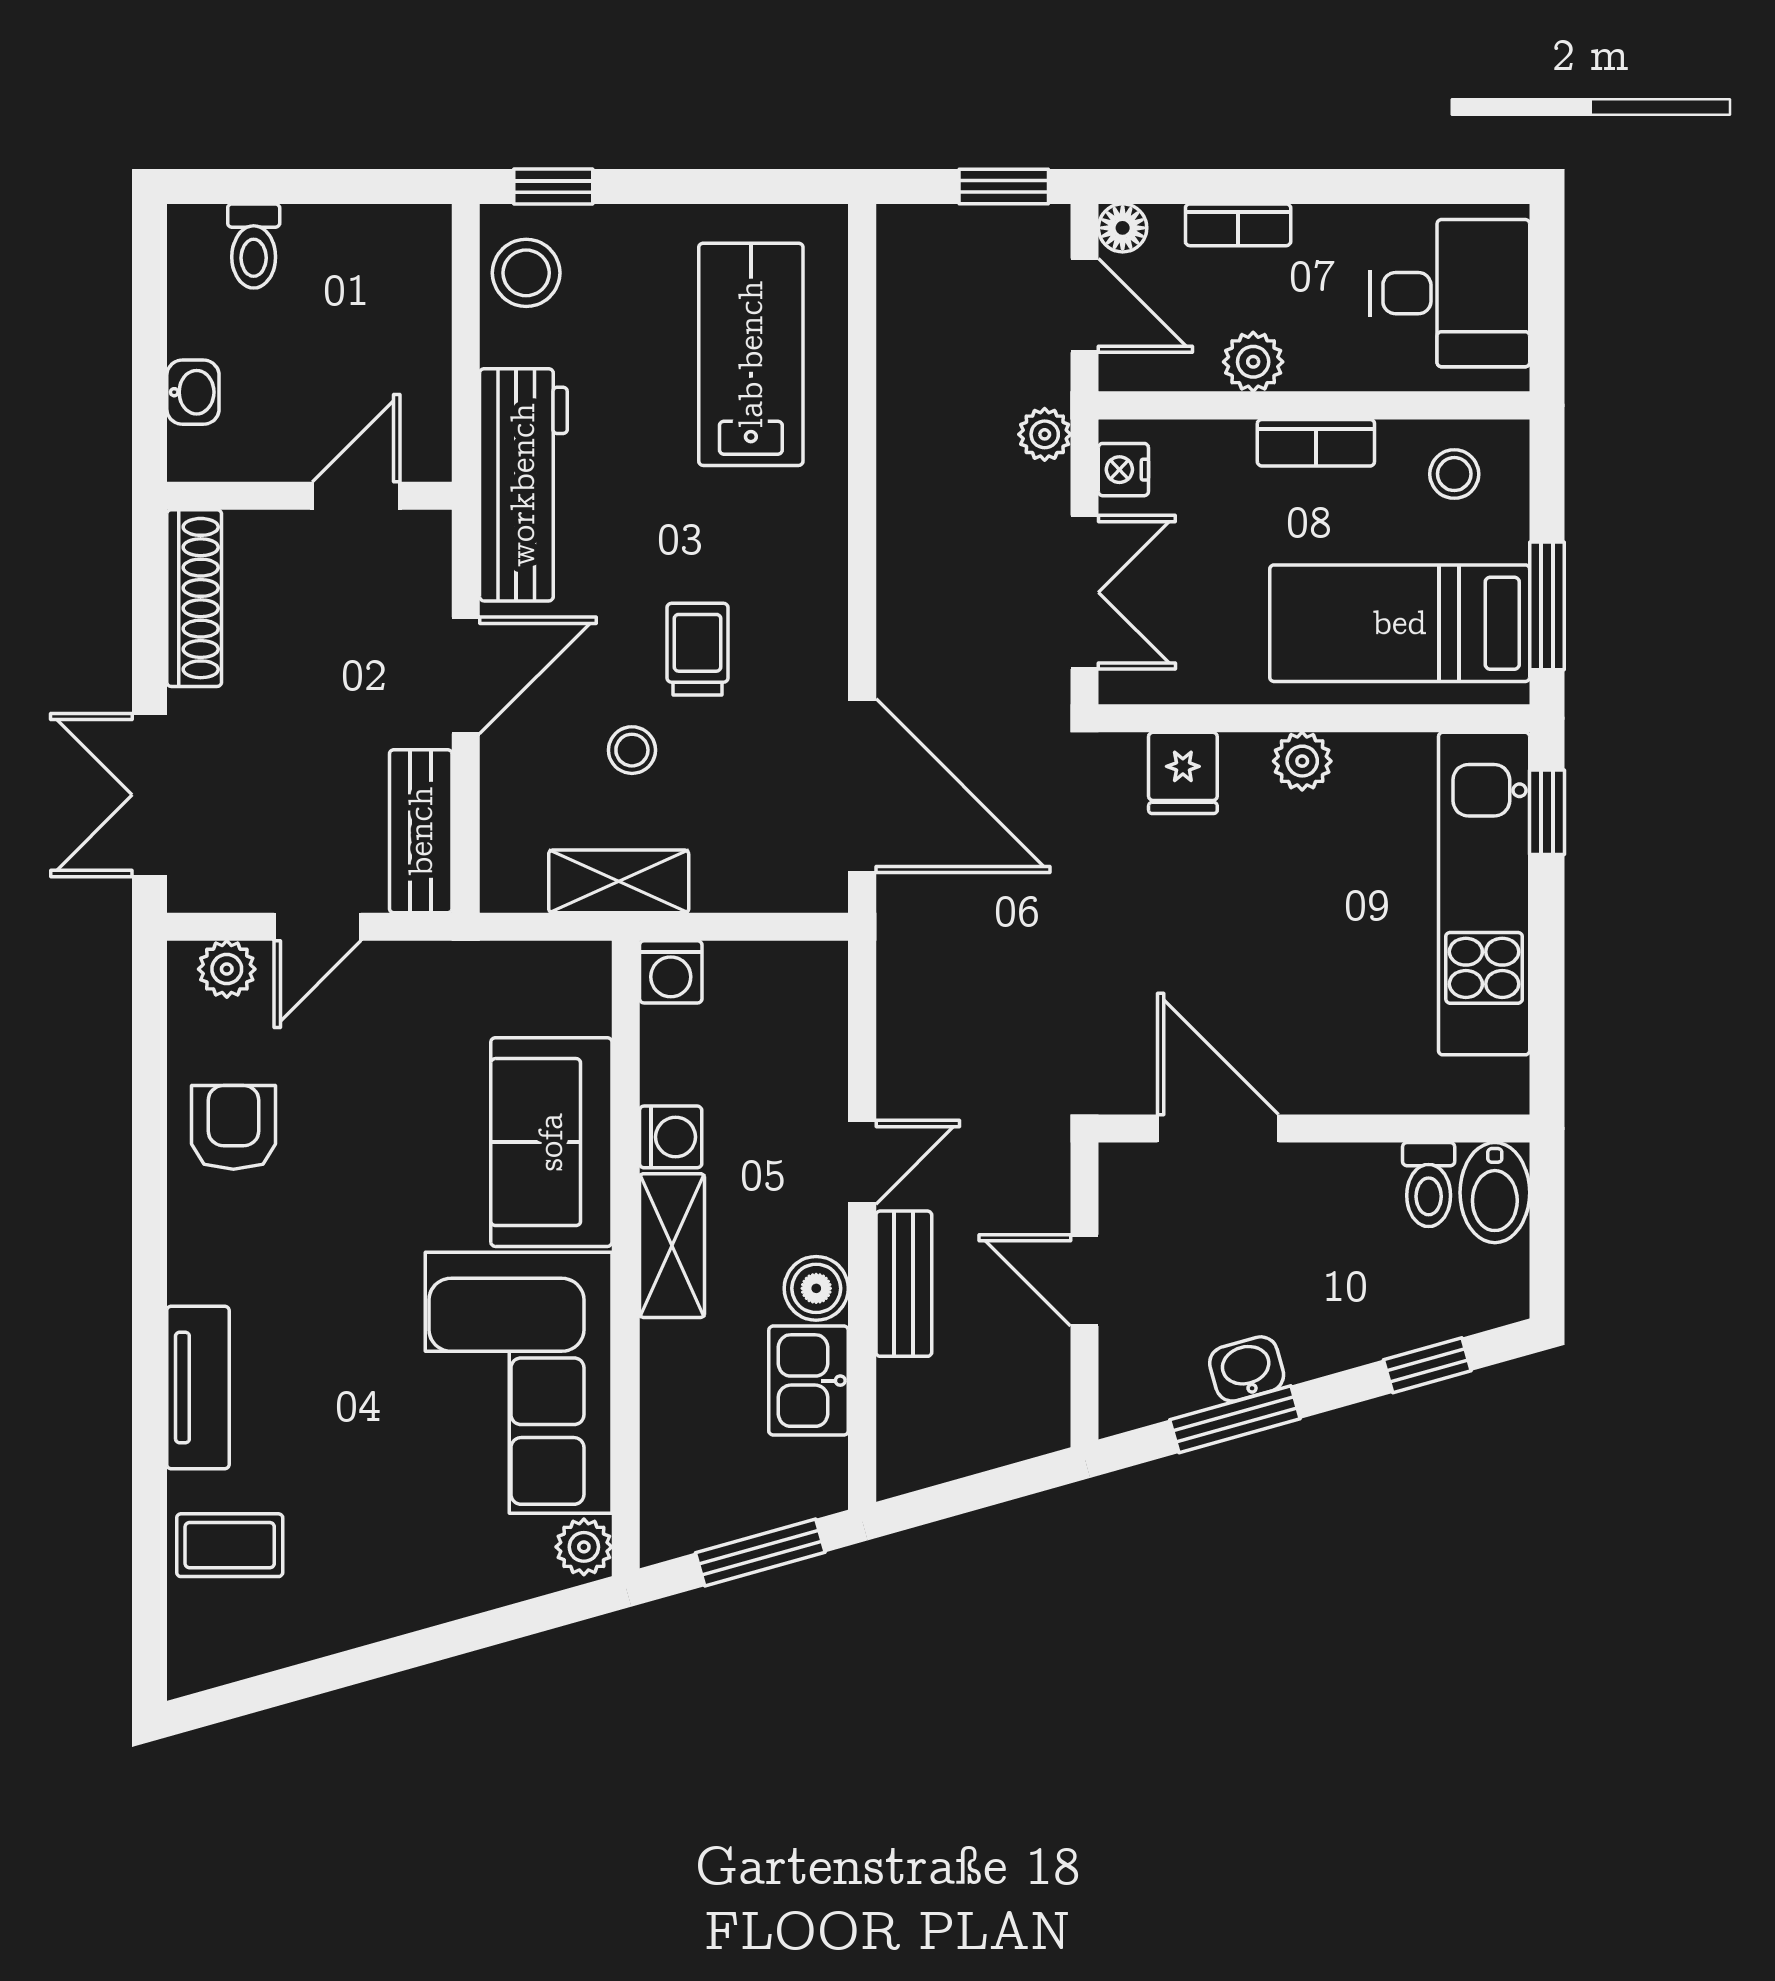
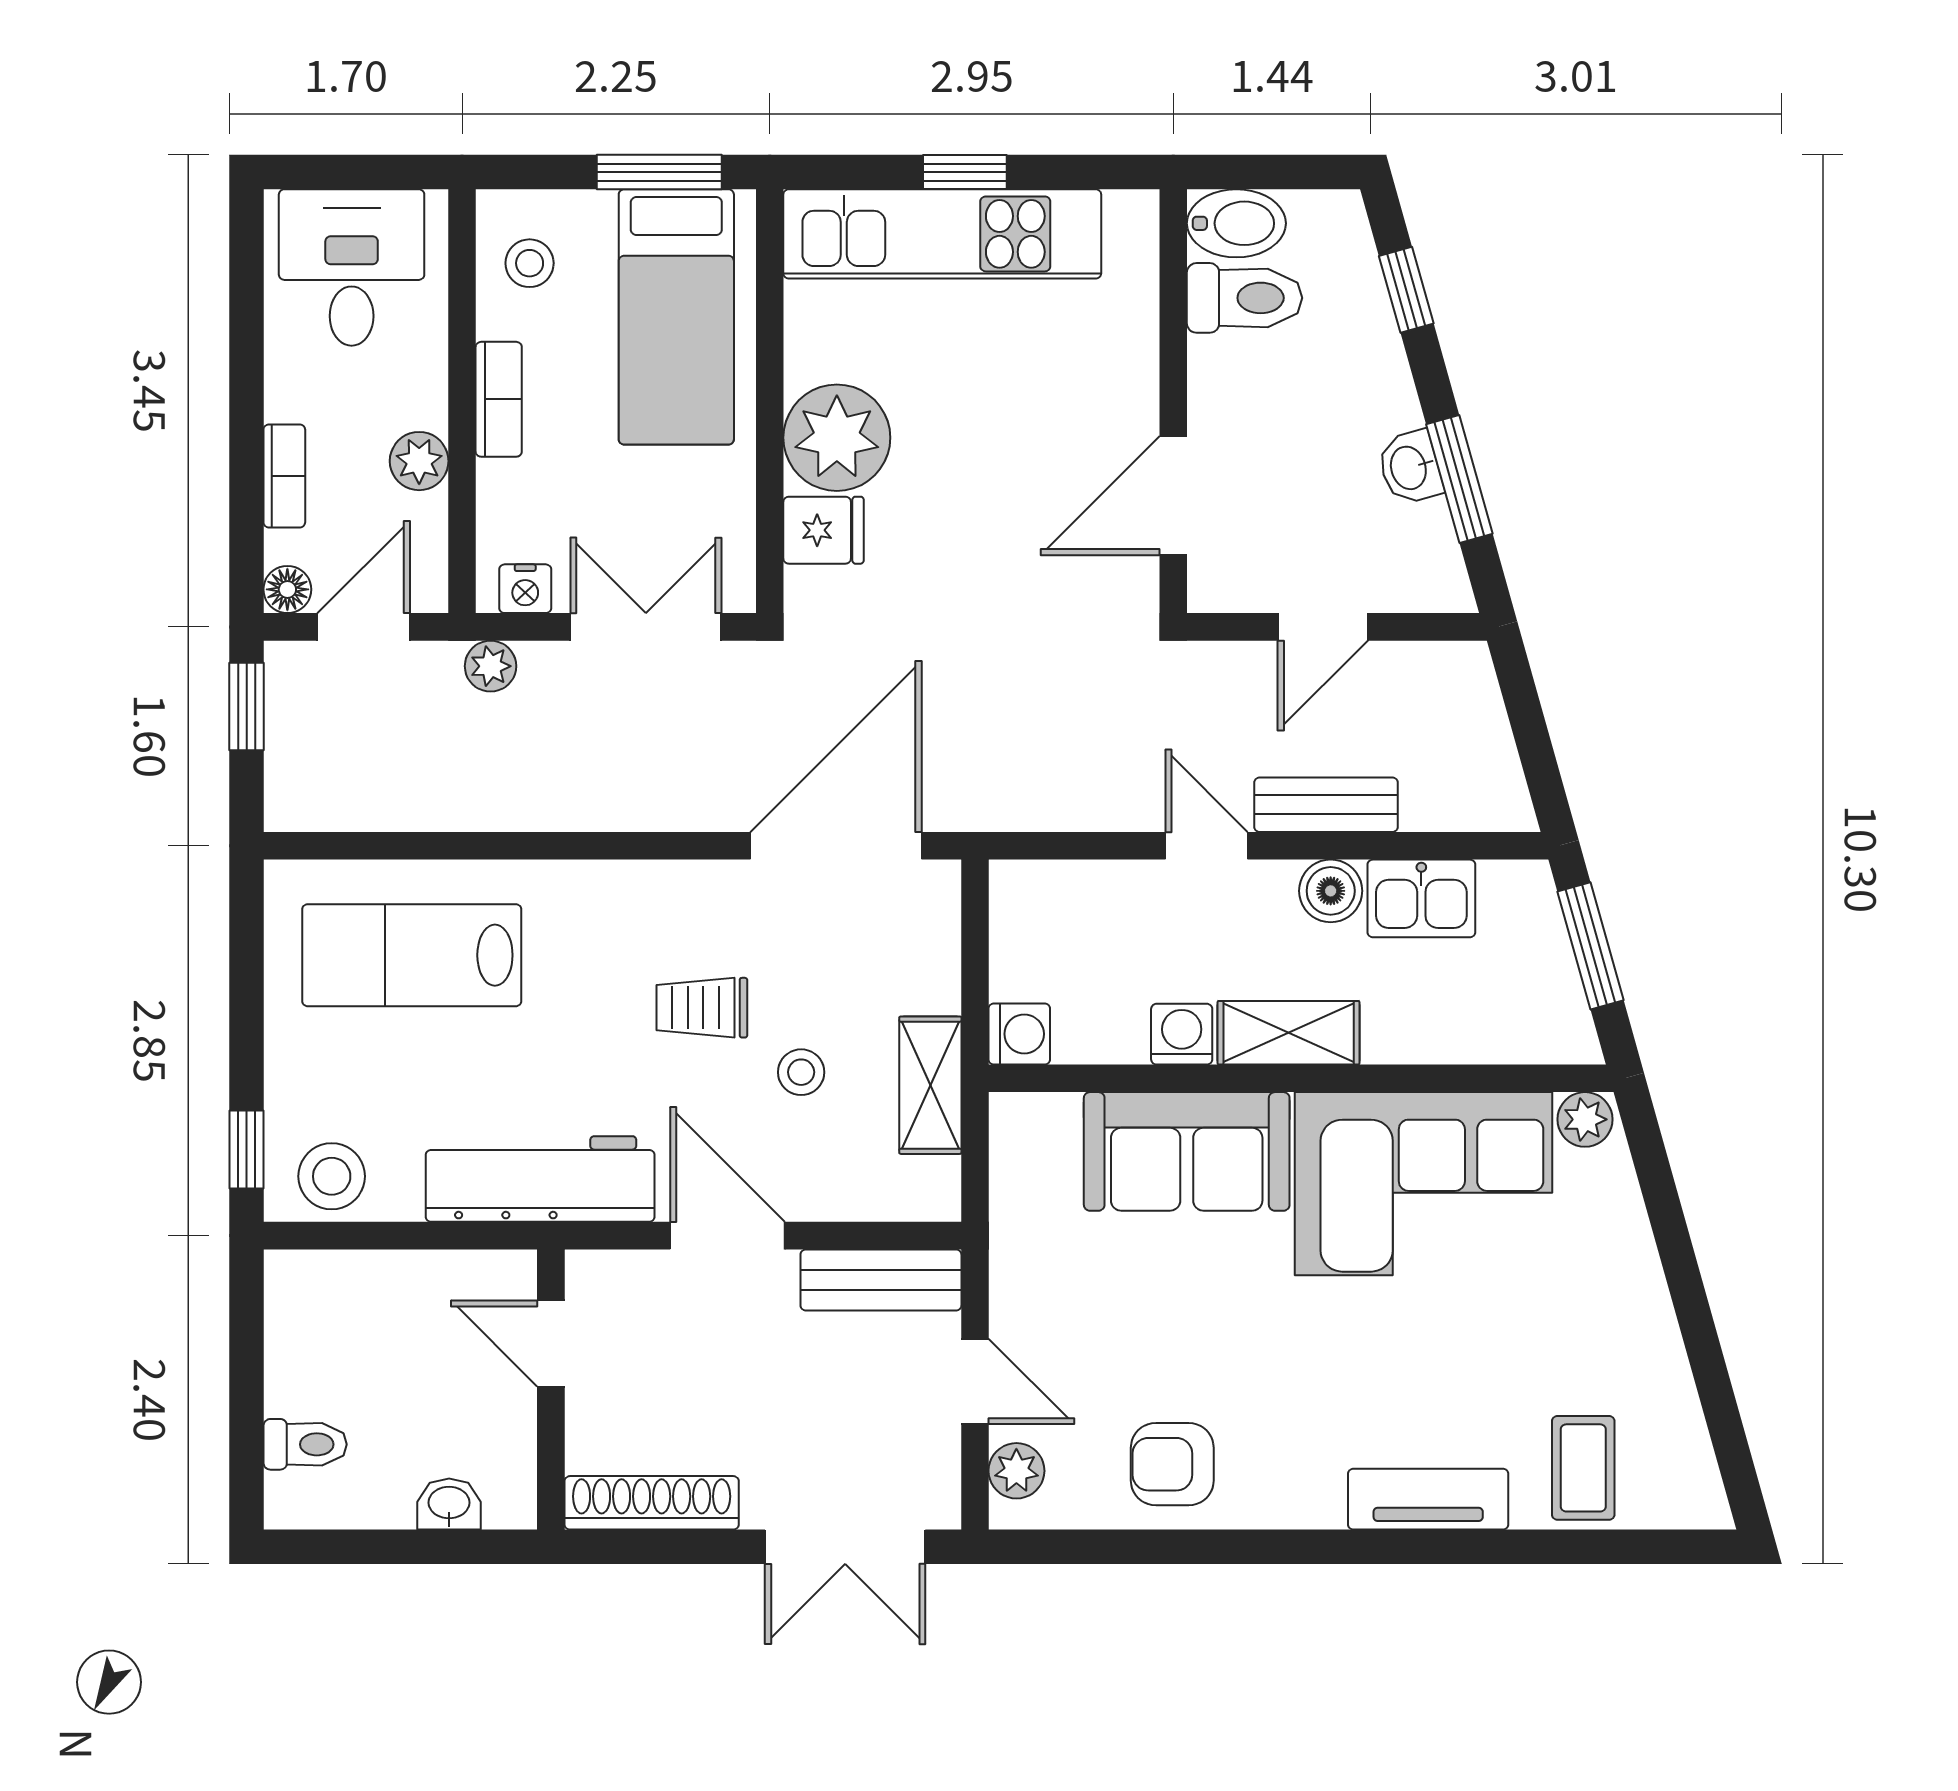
plant: (1302, 761) -> (837, 438), width x1.88, depth x1.88
window: (1547, 812) -> (965, 172), moved
toilet: (1429, 1185) -> (1245, 298), width x1.37, depth x1.39

